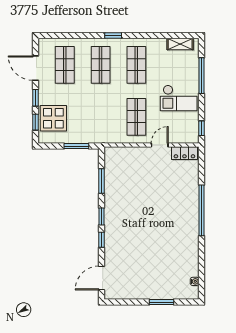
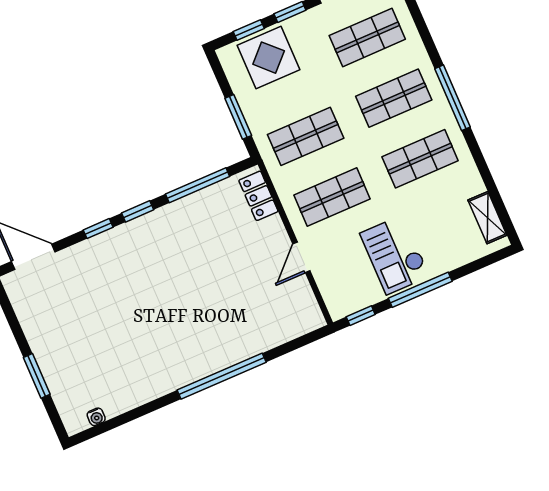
window: (113, 36) -> (452, 98), width x2.17
window: (201, 76) -> (420, 290), moved
shop shelf: (101, 117) -> (306, 136), added
door: (160, 145) -> (301, 257), swing flipped
locker: (184, 153) -> (258, 196), moved
window: (102, 181) -> (198, 185), width x1.44

